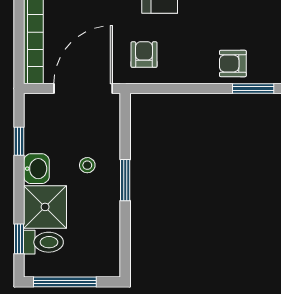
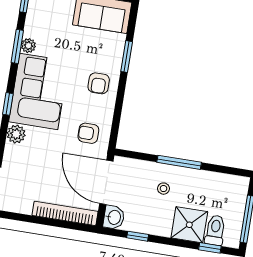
armchair: (233, 63) -> (99, 83), moved
washbasin: (36, 169) -> (114, 217), moved, turned 90
window: (125, 180) -> (179, 162), width x1.44

